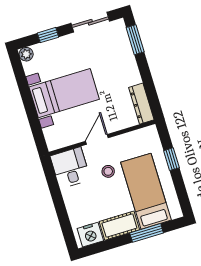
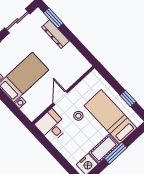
dresser: (141, 104) -> (55, 34), moved
window: (171, 159) -> (128, 98), moved
window: (147, 233) -> (116, 153), moved

